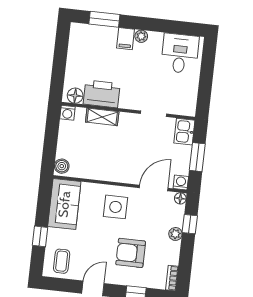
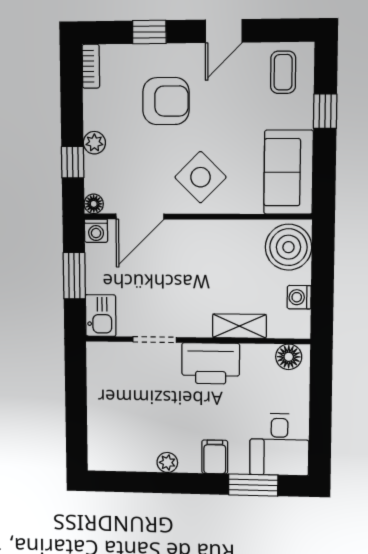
plant: (141, 36) -> (167, 462), moved
desk: (180, 53) -> (279, 444), moved
printer: (102, 94) -> (211, 363), moved
washing machine: (67, 113) -> (299, 297), moved, turned -90
boiler: (62, 166) -> (288, 247), width x1.86, depth x1.86
side table: (115, 207) -> (201, 177), turned 45

